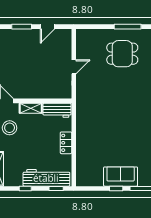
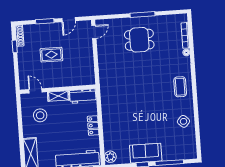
rug: (26, 63) -> (51, 55), added
door: (74, 67) -> (94, 32), moved
plant: (82, 178) -> (110, 157), added

